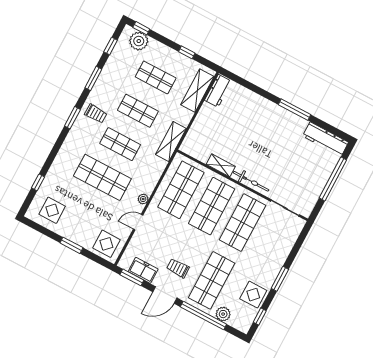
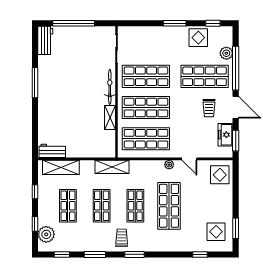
window: (141, 28) -> (35, 224), moved
workbench: (326, 139) -> (45, 40), width x0.73
window: (71, 245) -> (236, 228), moved

